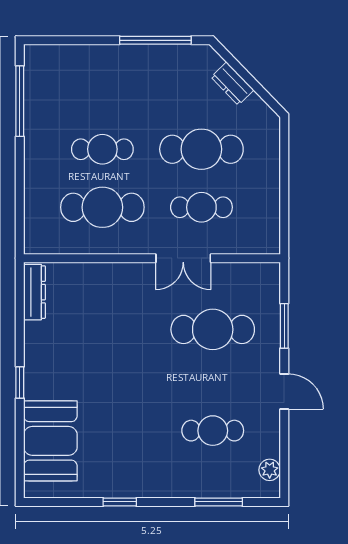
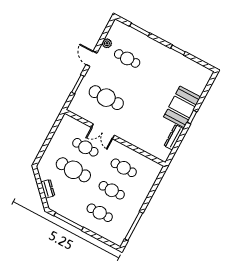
cafe table: (102, 91) -> (100, 213), added
cafe table: (102, 207) -> (124, 168), width x0.73, depth x0.74
double door: (183, 258) -> (103, 131), swing flipped
dresser: (34, 292) -> (174, 137), moved
booth: (50, 441) -> (182, 107), moved
plant: (270, 470) -> (107, 43), moved

